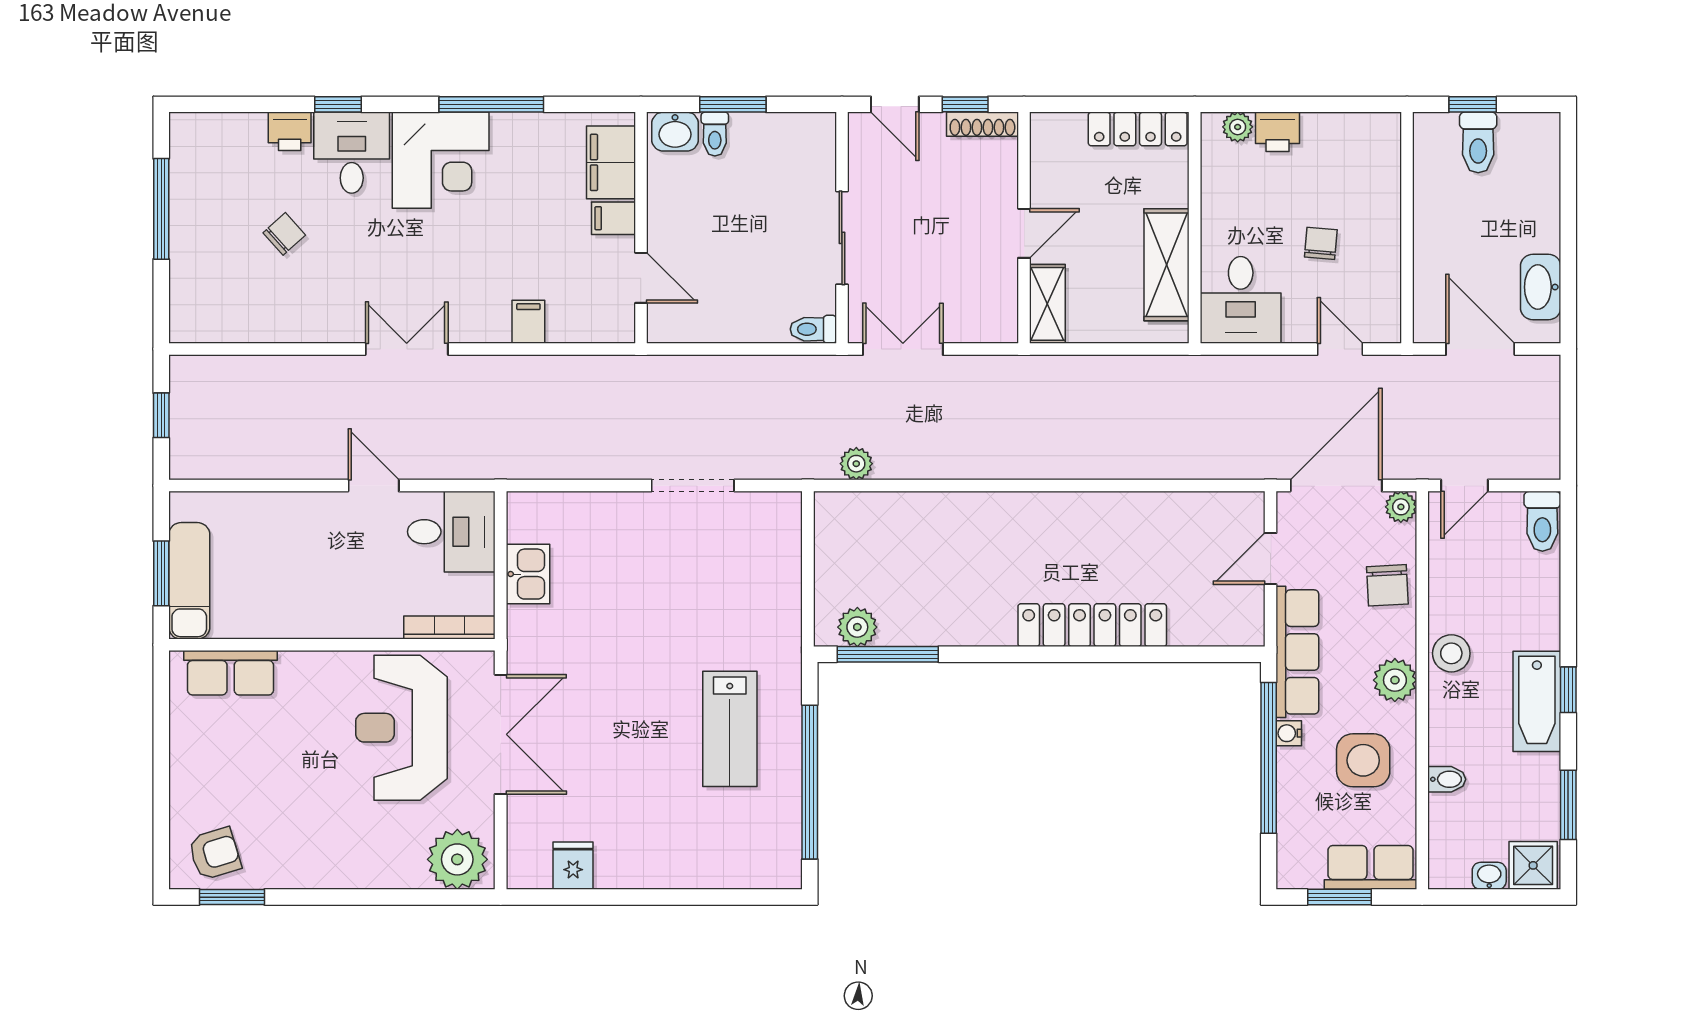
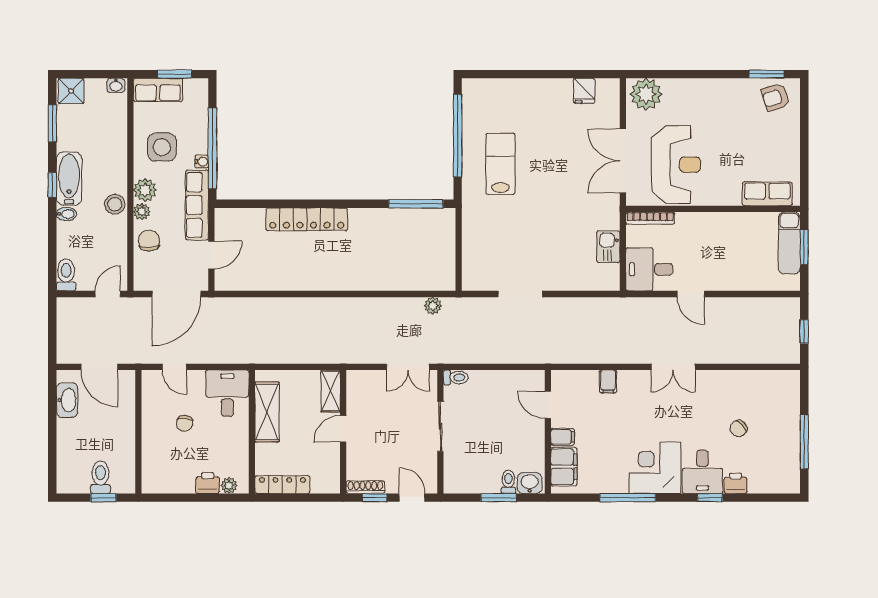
plant: (1401, 507) -> (142, 212), moved
plant: (857, 627) -> (432, 218), removed
bidet: (1447, 779) -> (66, 214), moved, turned 180
washbasin: (1489, 876) -> (116, 85), moved

